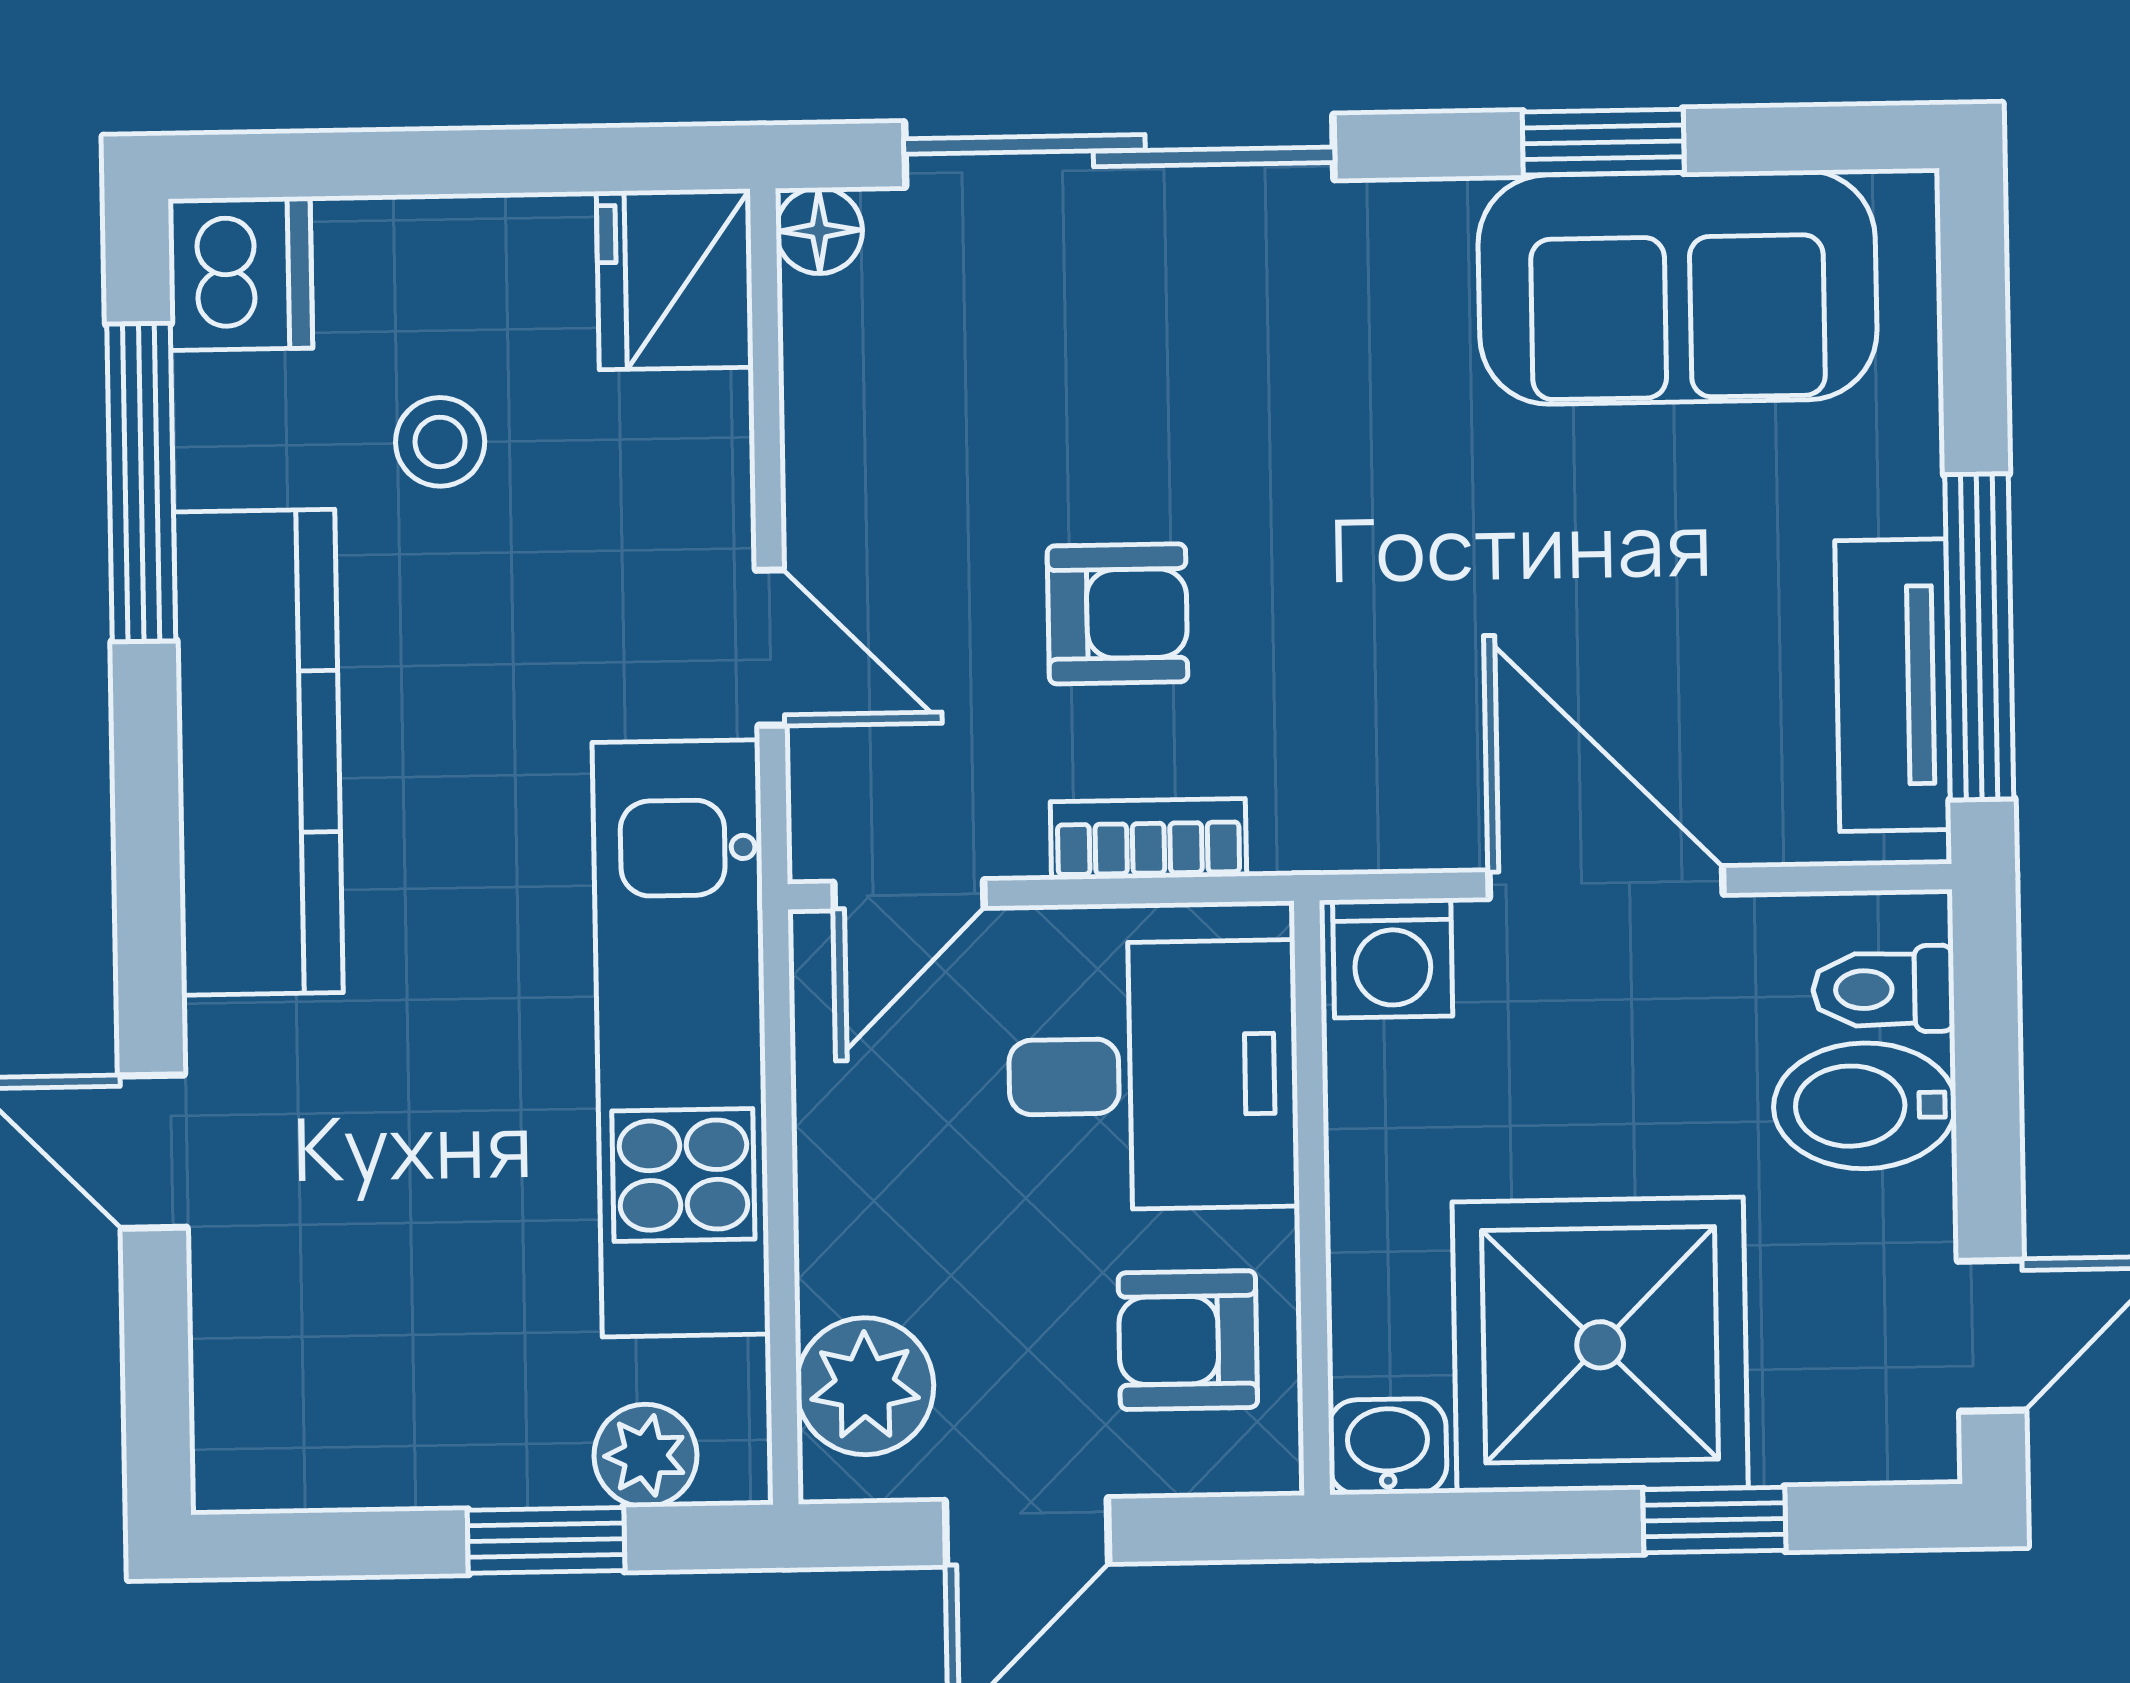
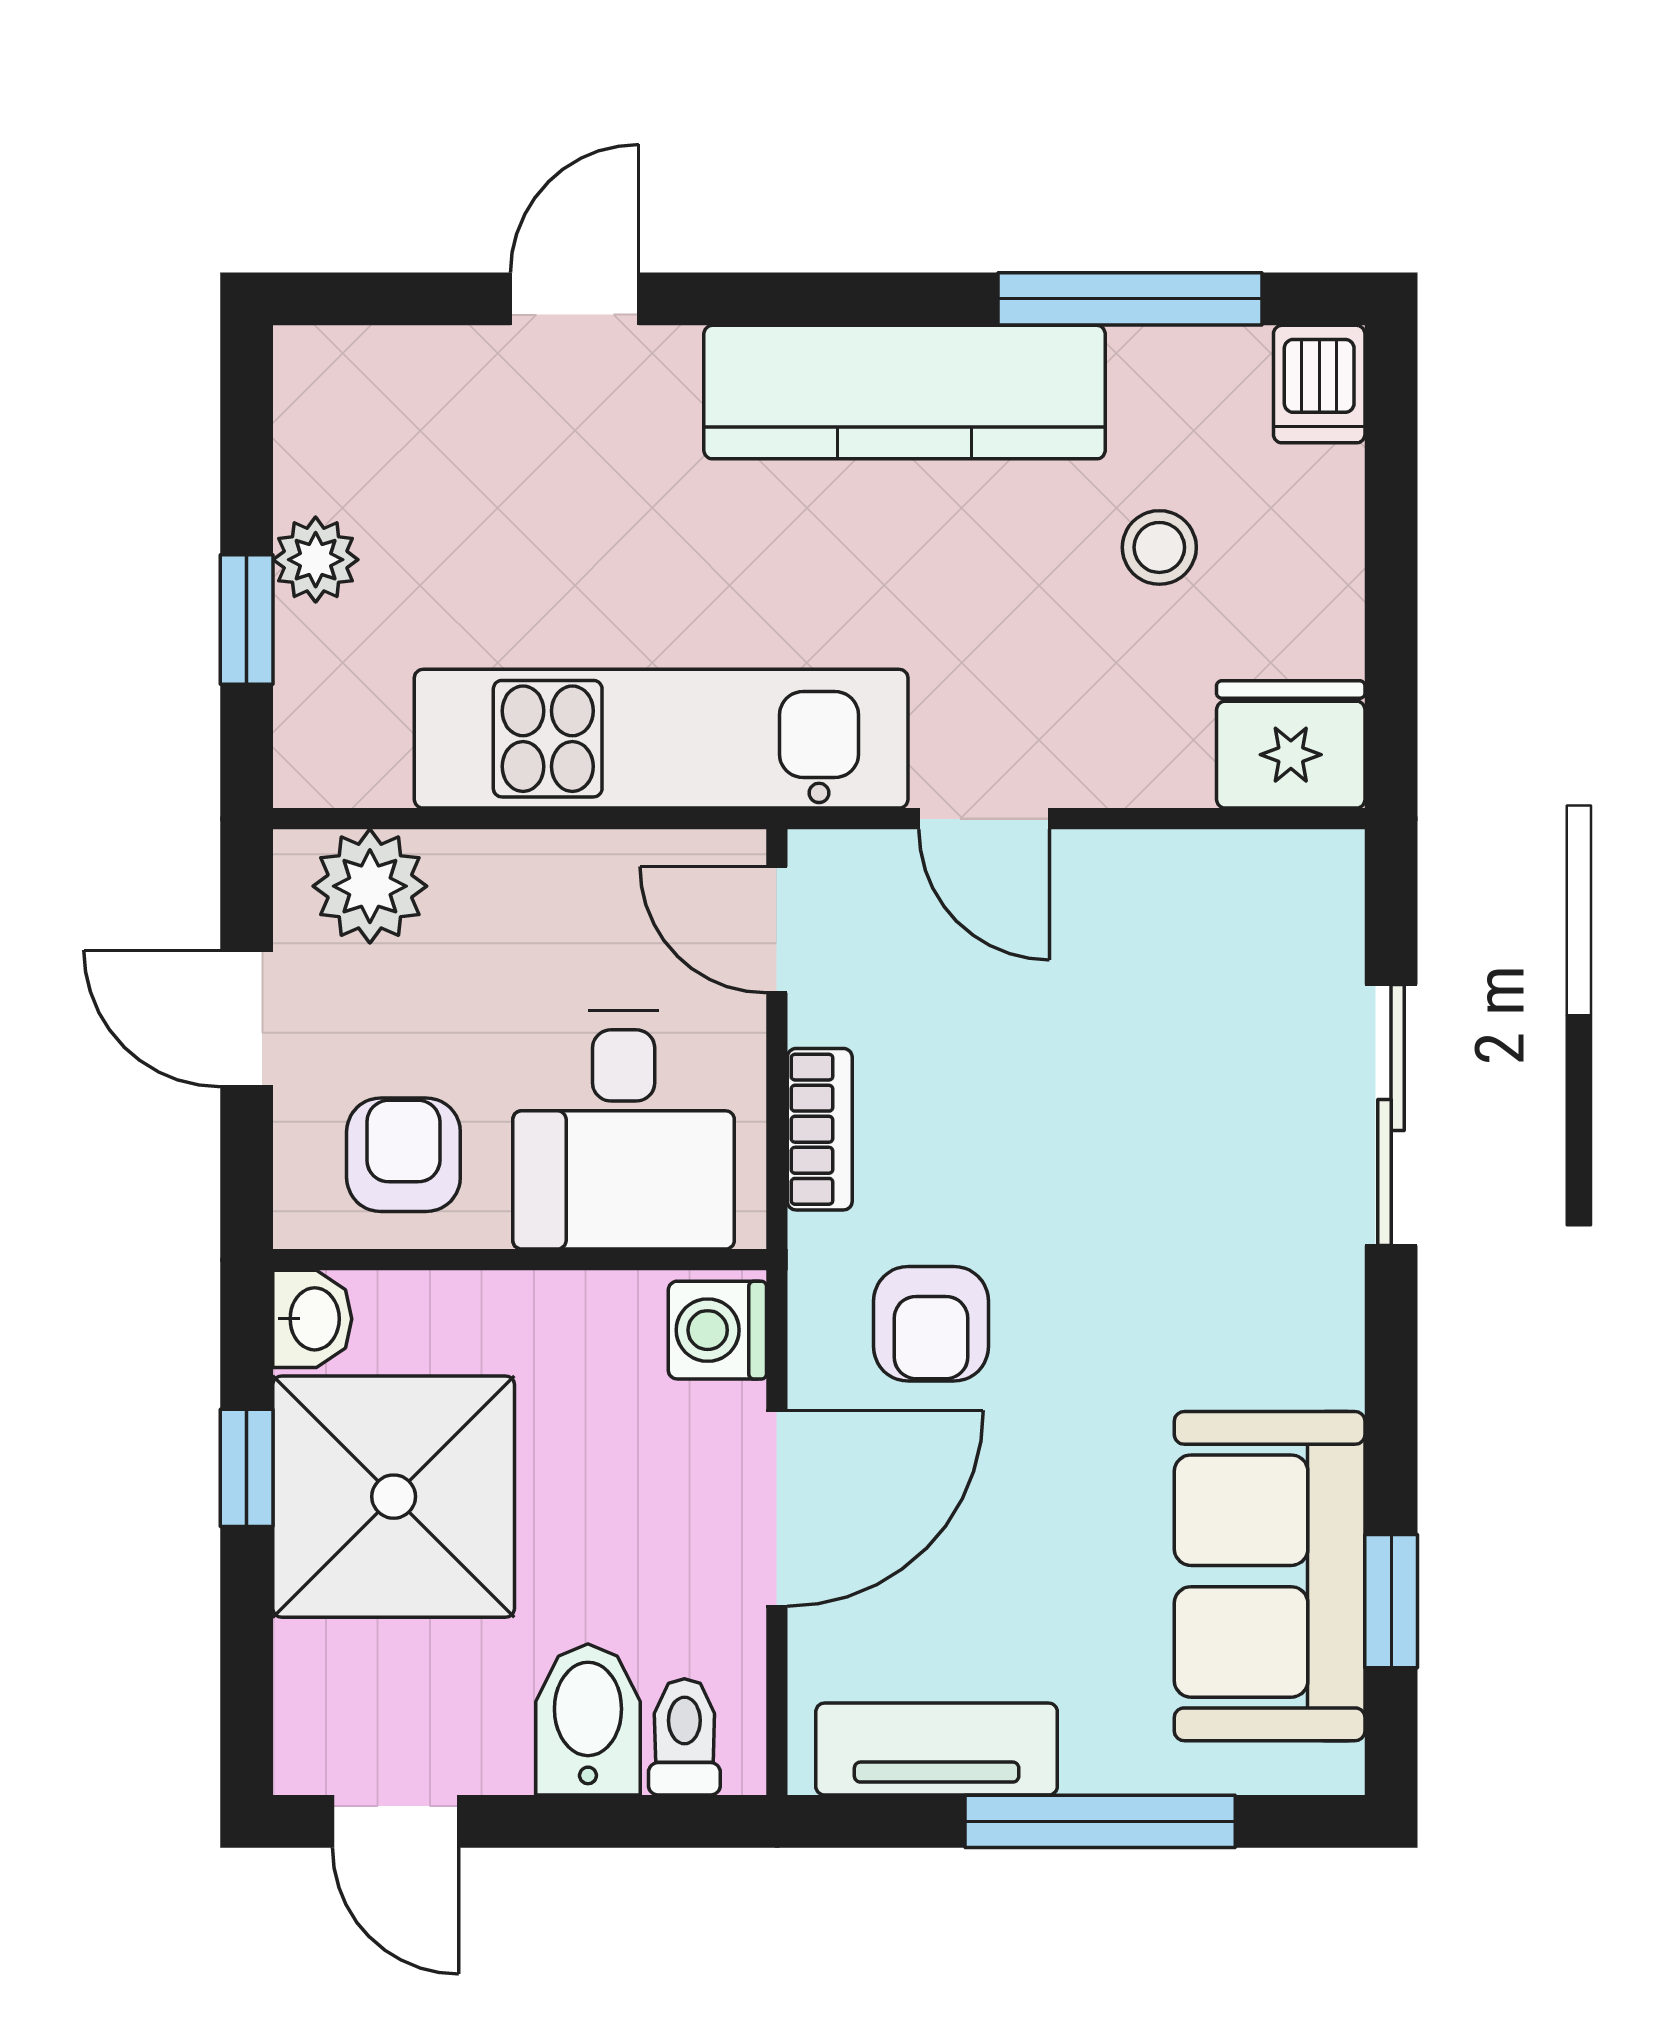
window: (1603, 142) -> (1391, 1601), moved
sliding door: (1119, 151) -> (1391, 1115), width x0.73
floor lamp: (819, 231) -> (1329, 865), removed
dishwasher: (240, 274) -> (1319, 384), width x0.73
armchair: (1117, 614) -> (931, 1324), moved
window: (1979, 637) -> (1100, 1821), moved
door: (771, 648) -> (984, 819), hinge flipped
plant: (645, 1456) -> (316, 560), moved
window: (1714, 1520) -> (247, 1468), moved

